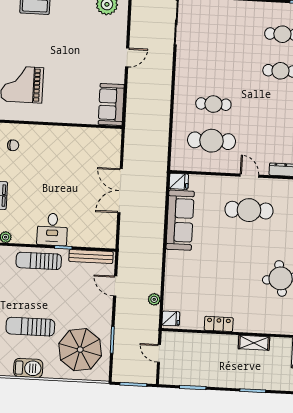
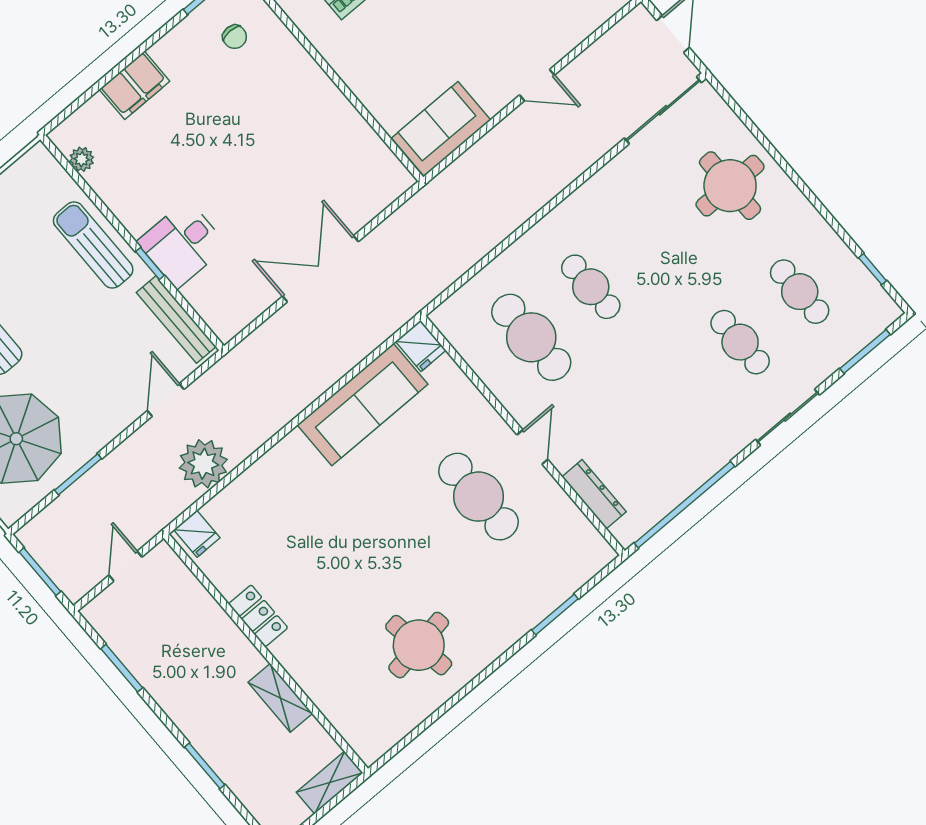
round table: (224, 24) -> (730, 186), added
desk: (52, 229) -> (182, 244), moved
plant: (154, 299) -> (203, 464), width x1.87, depth x1.87

